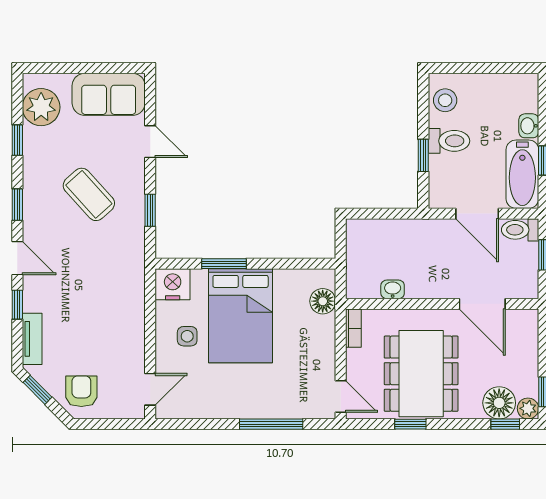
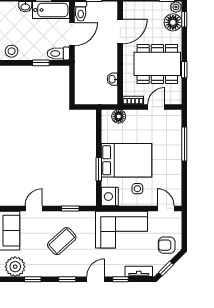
toilet: (449, 141) -> (58, 53), moved, turned -90
corner sofa: (111, 306) -> (122, 230), added
door: (341, 397) -> (156, 107), moved

